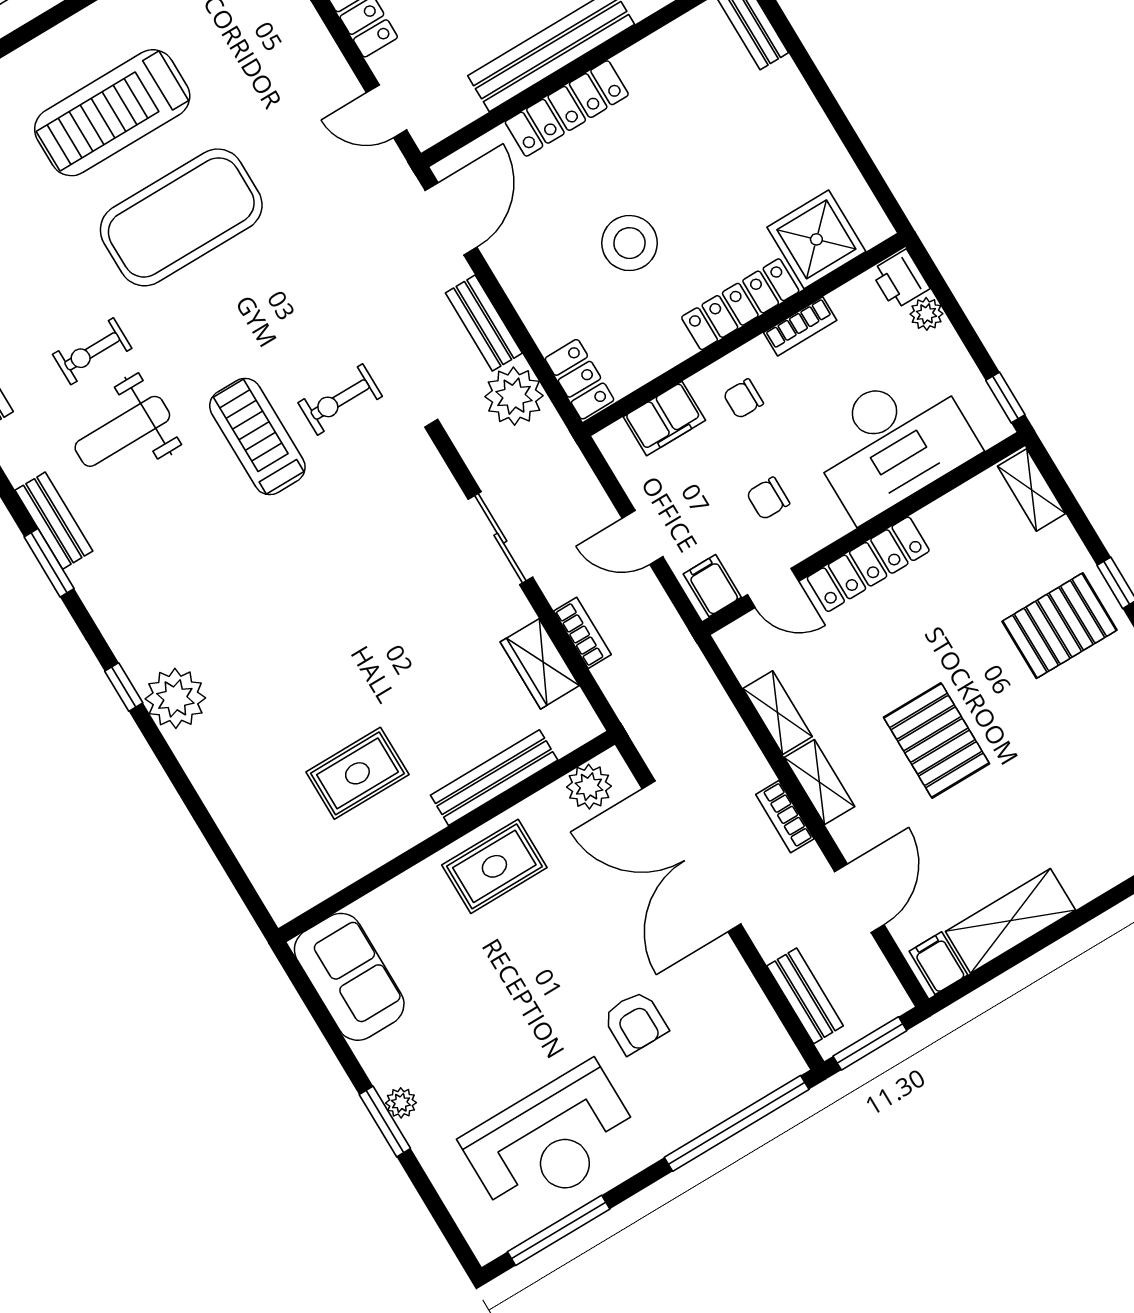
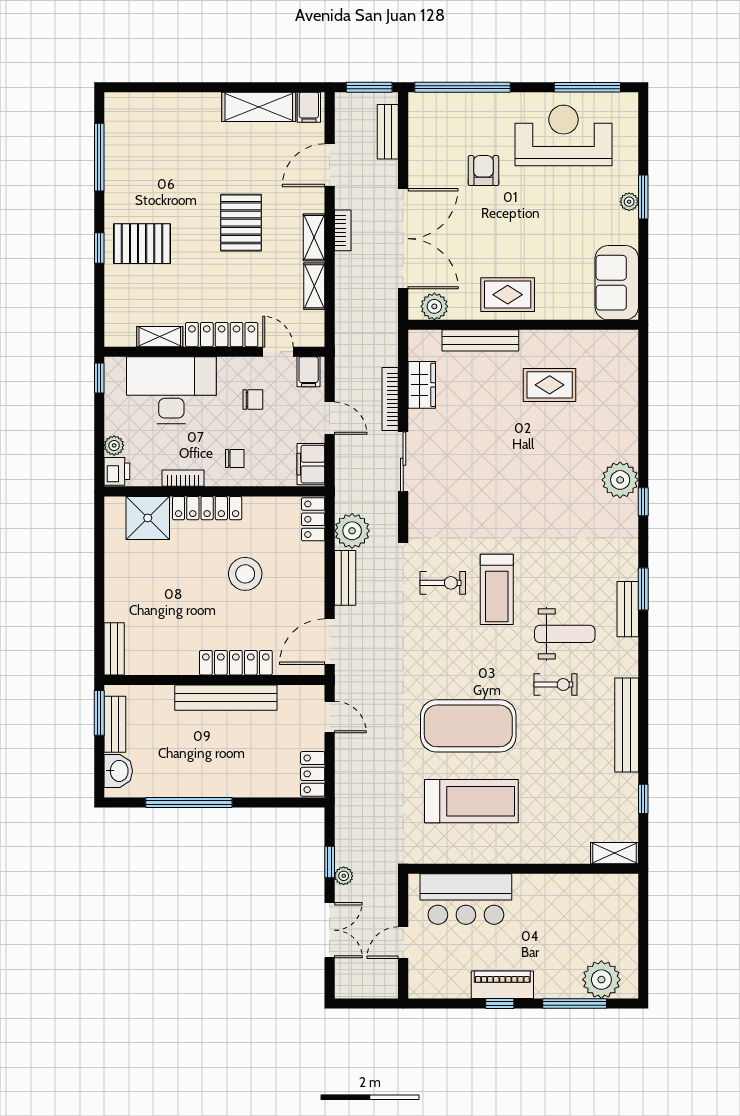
filing cabinet: (664, 419) -> (311, 464), moved, turned -90
shelving: (1032, 490) -> (160, 337), moved, turned 90
bookcase: (582, 633) -> (390, 399), width x1.56

